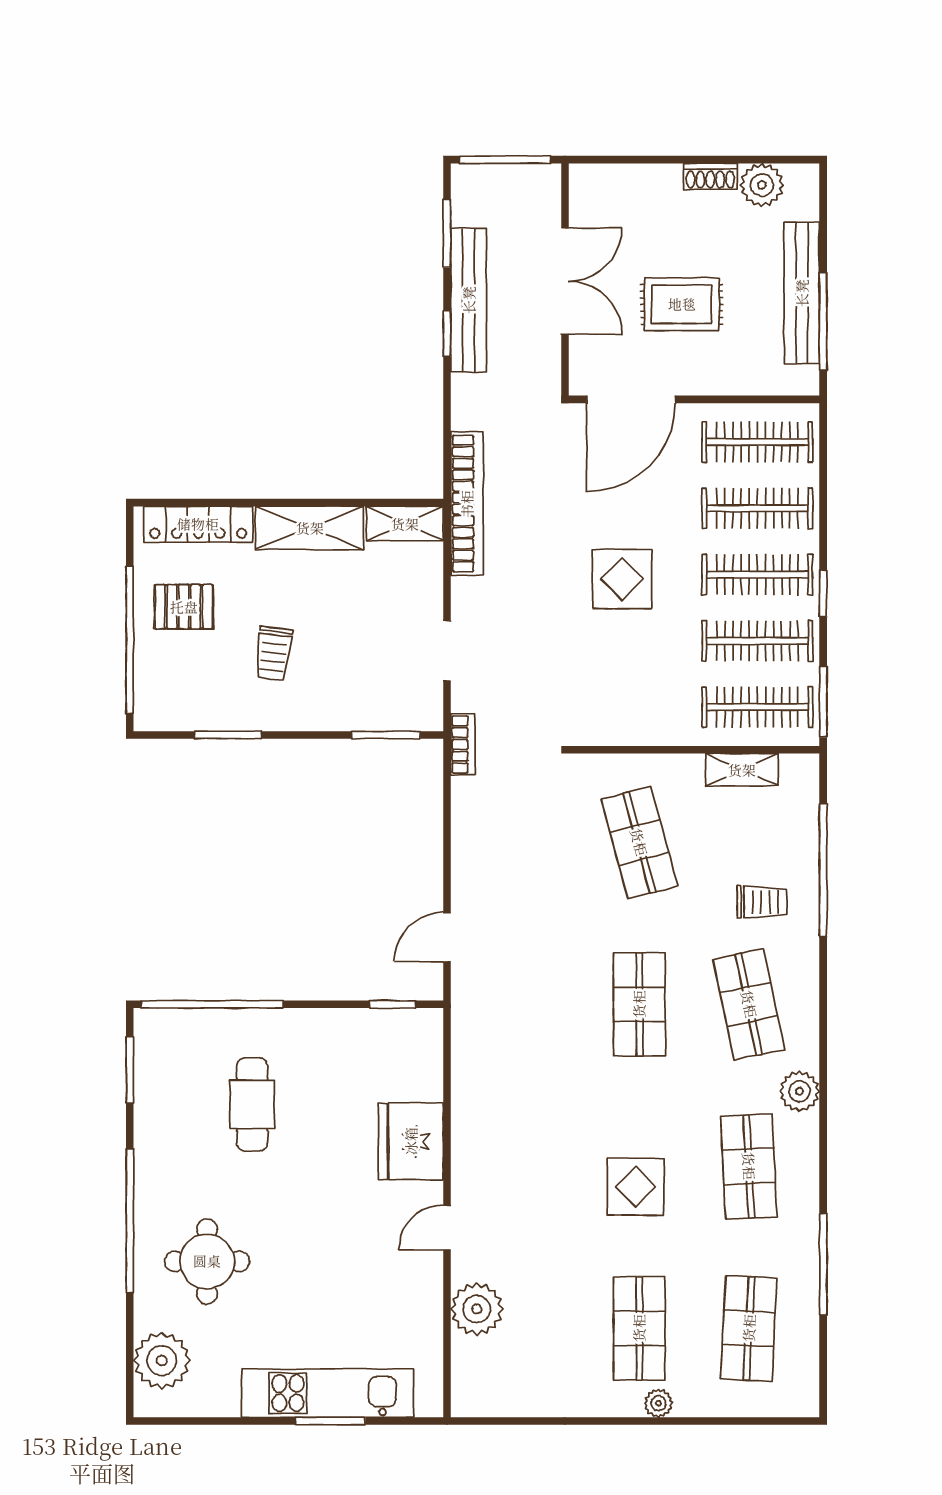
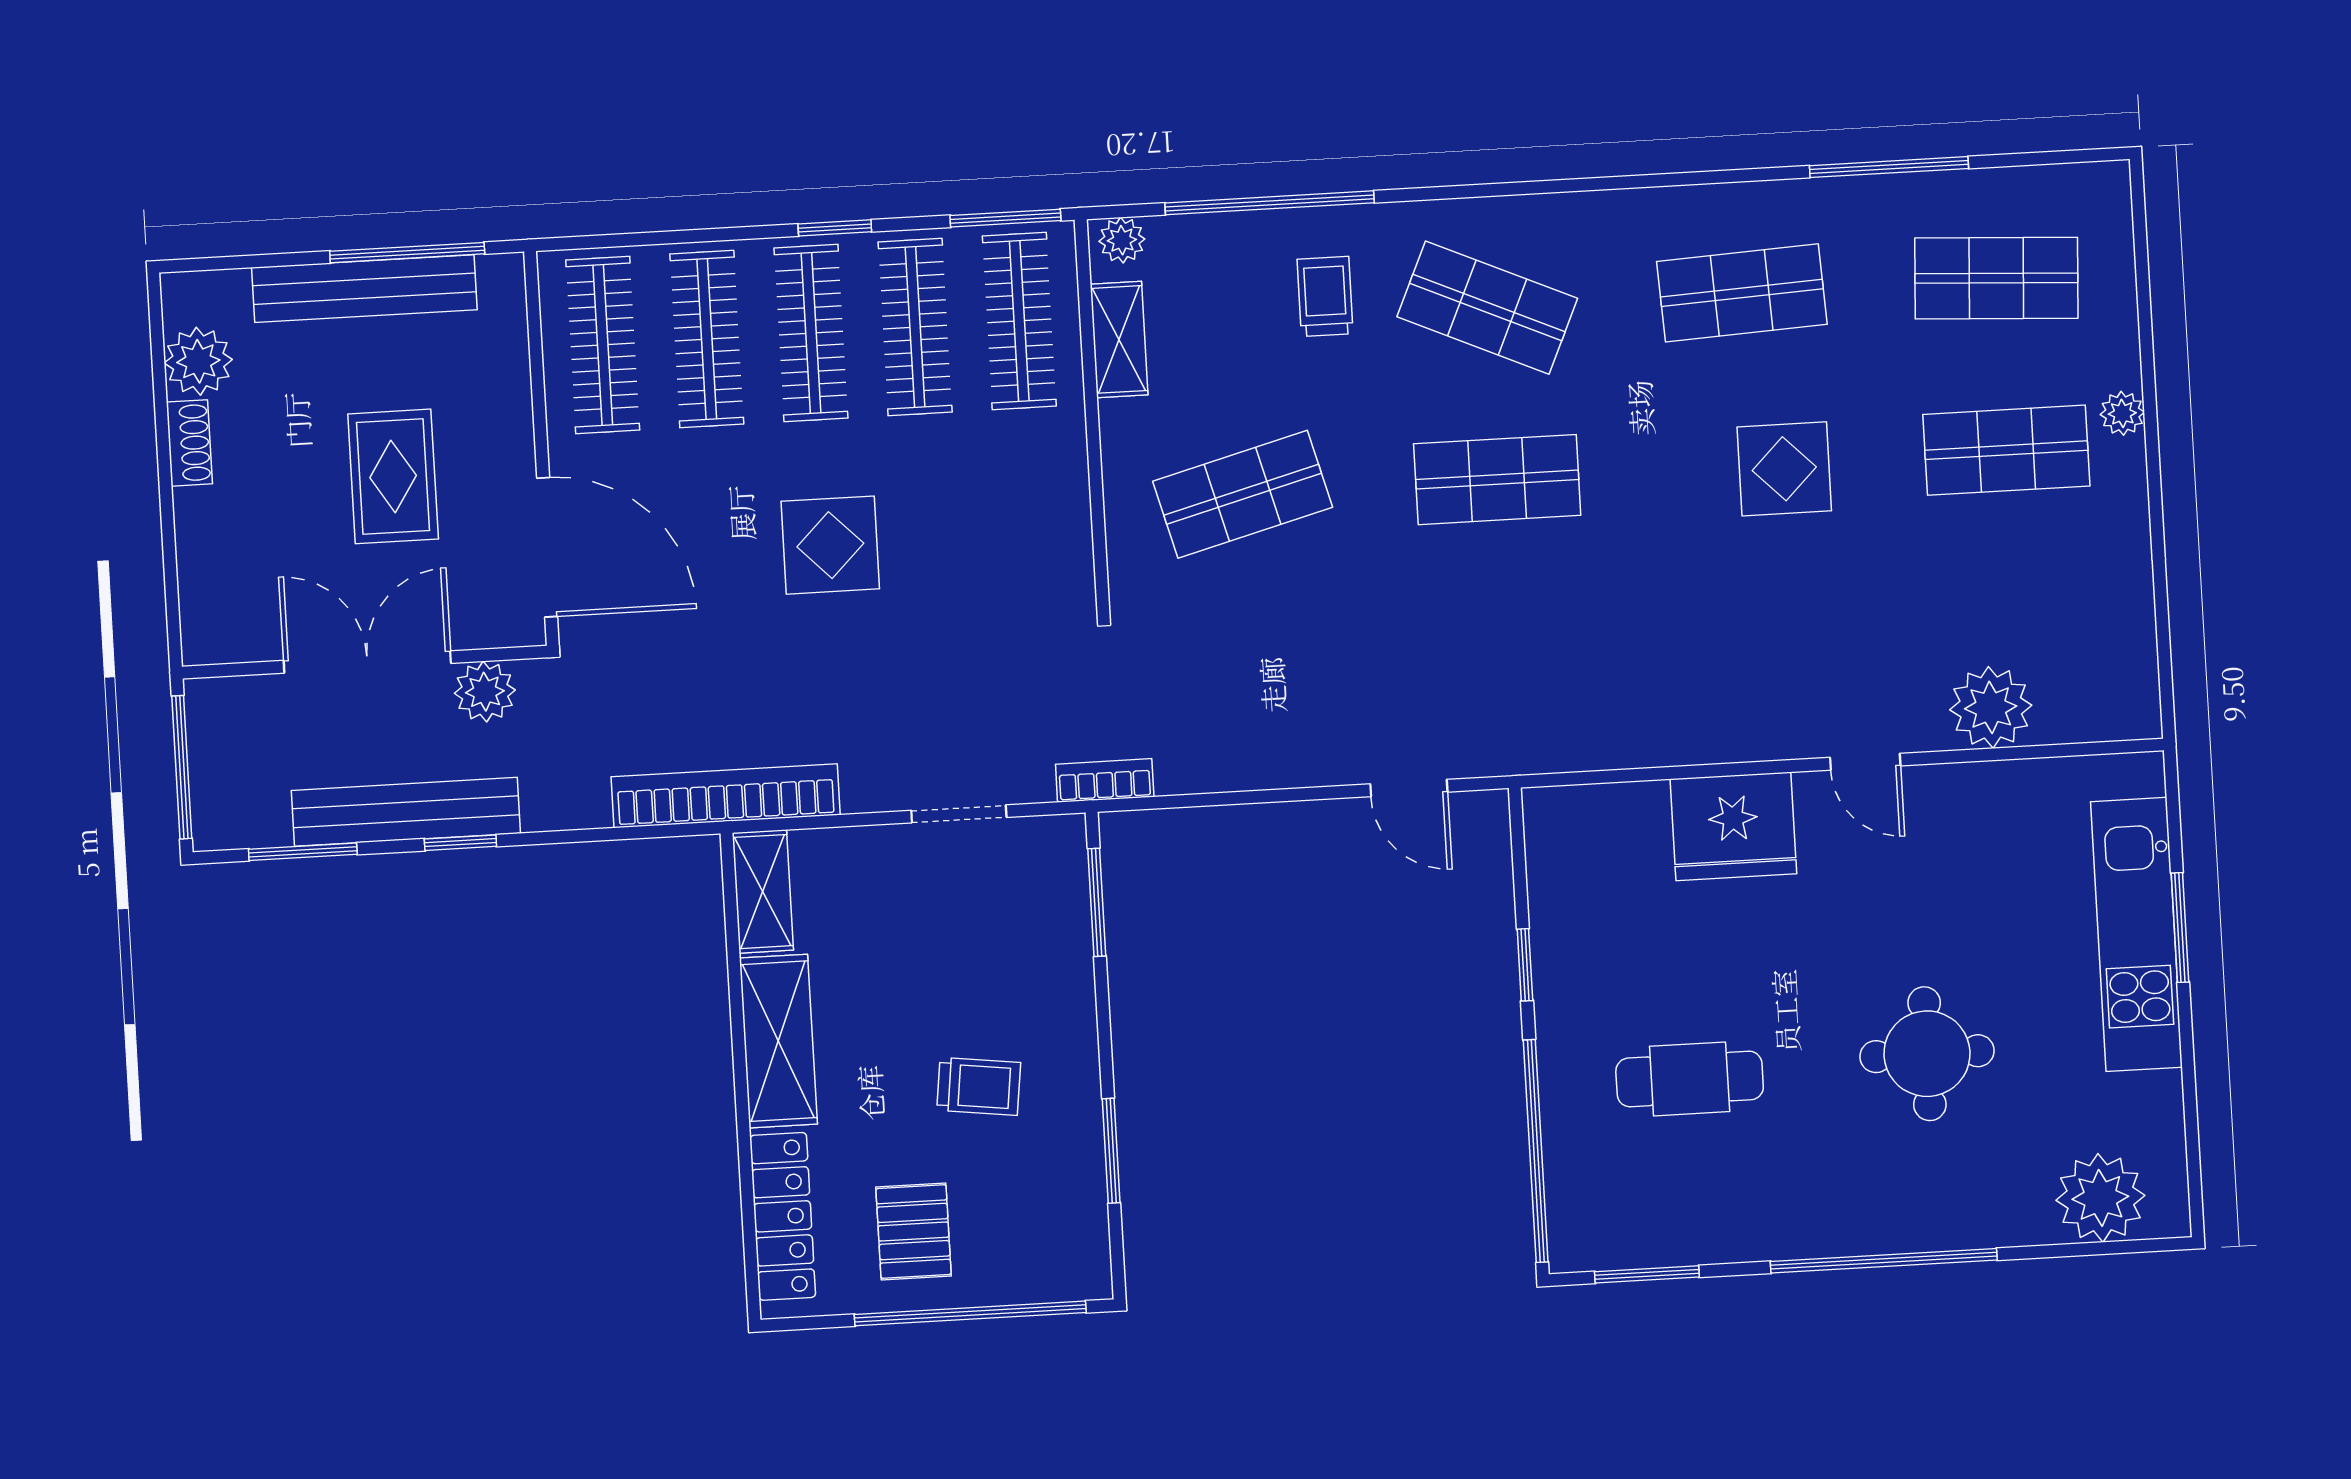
plant: (542, 355) -> (485, 692), added
window: (392, 1004) -> (1525, 965), moved
shop shelf: (749, 1004) -> (1487, 308), turned 36
plant: (799, 1091) -> (1122, 240), moved, width x0.73, depth x0.73
round table: (207, 1261) -> (1927, 1054), moved

